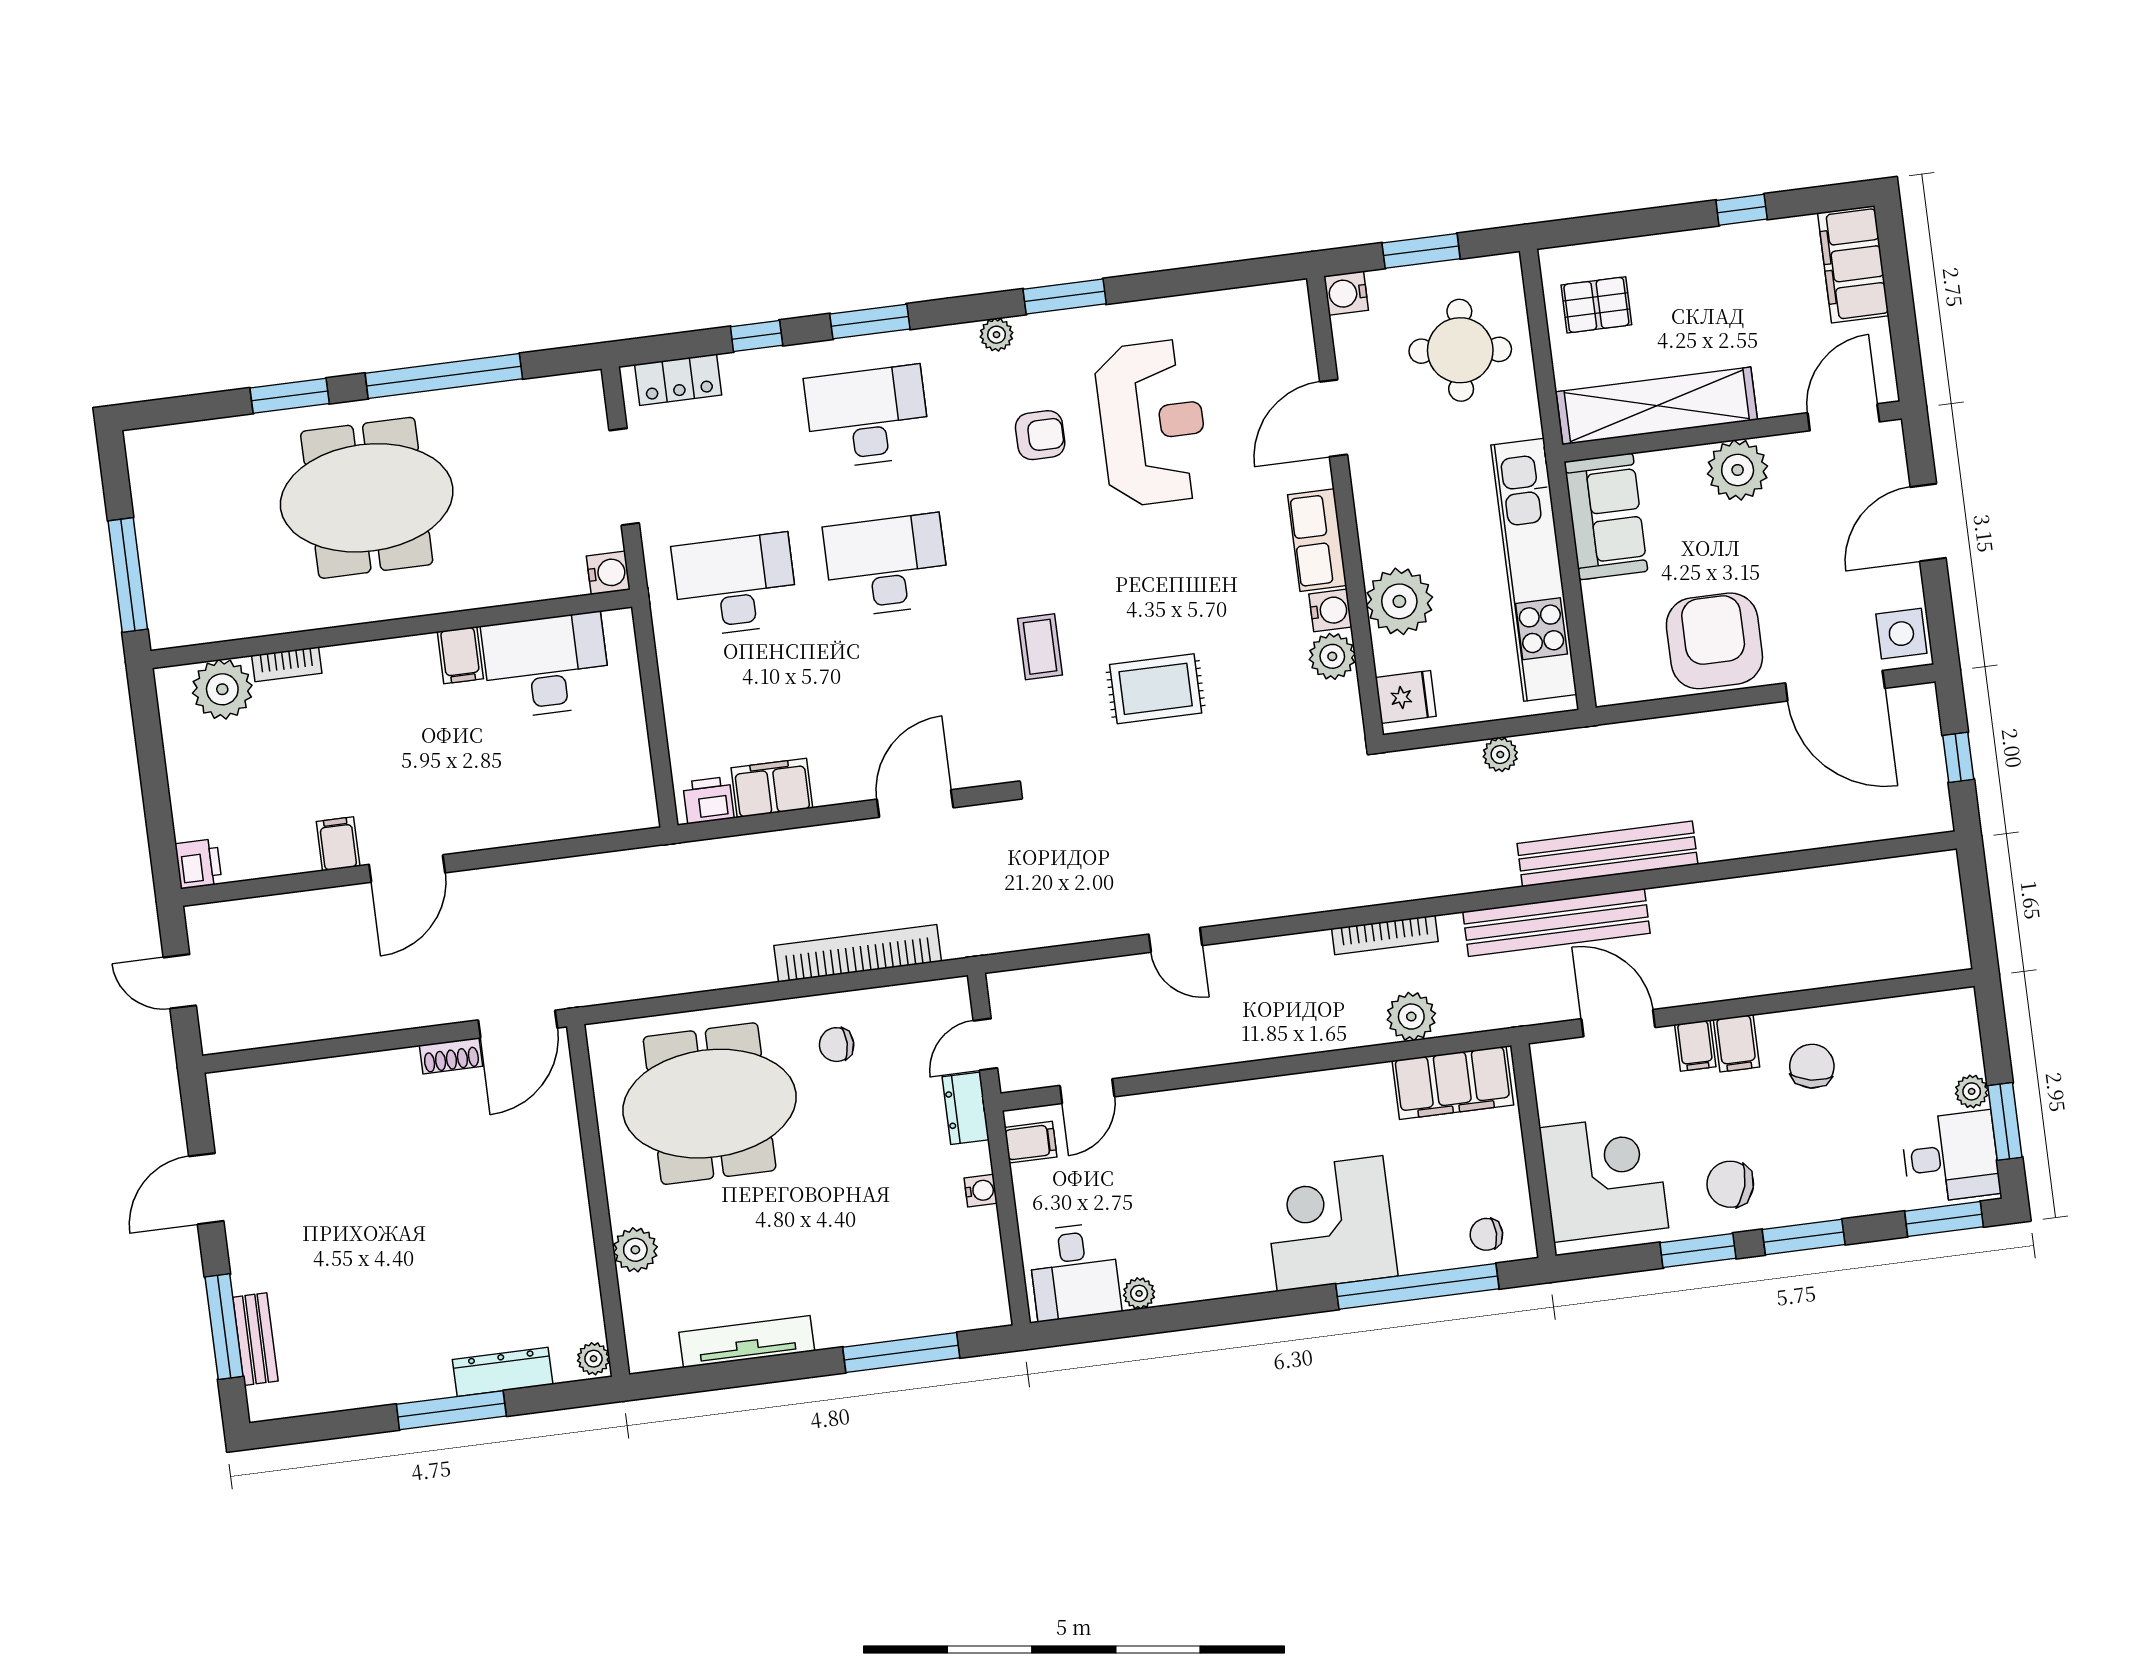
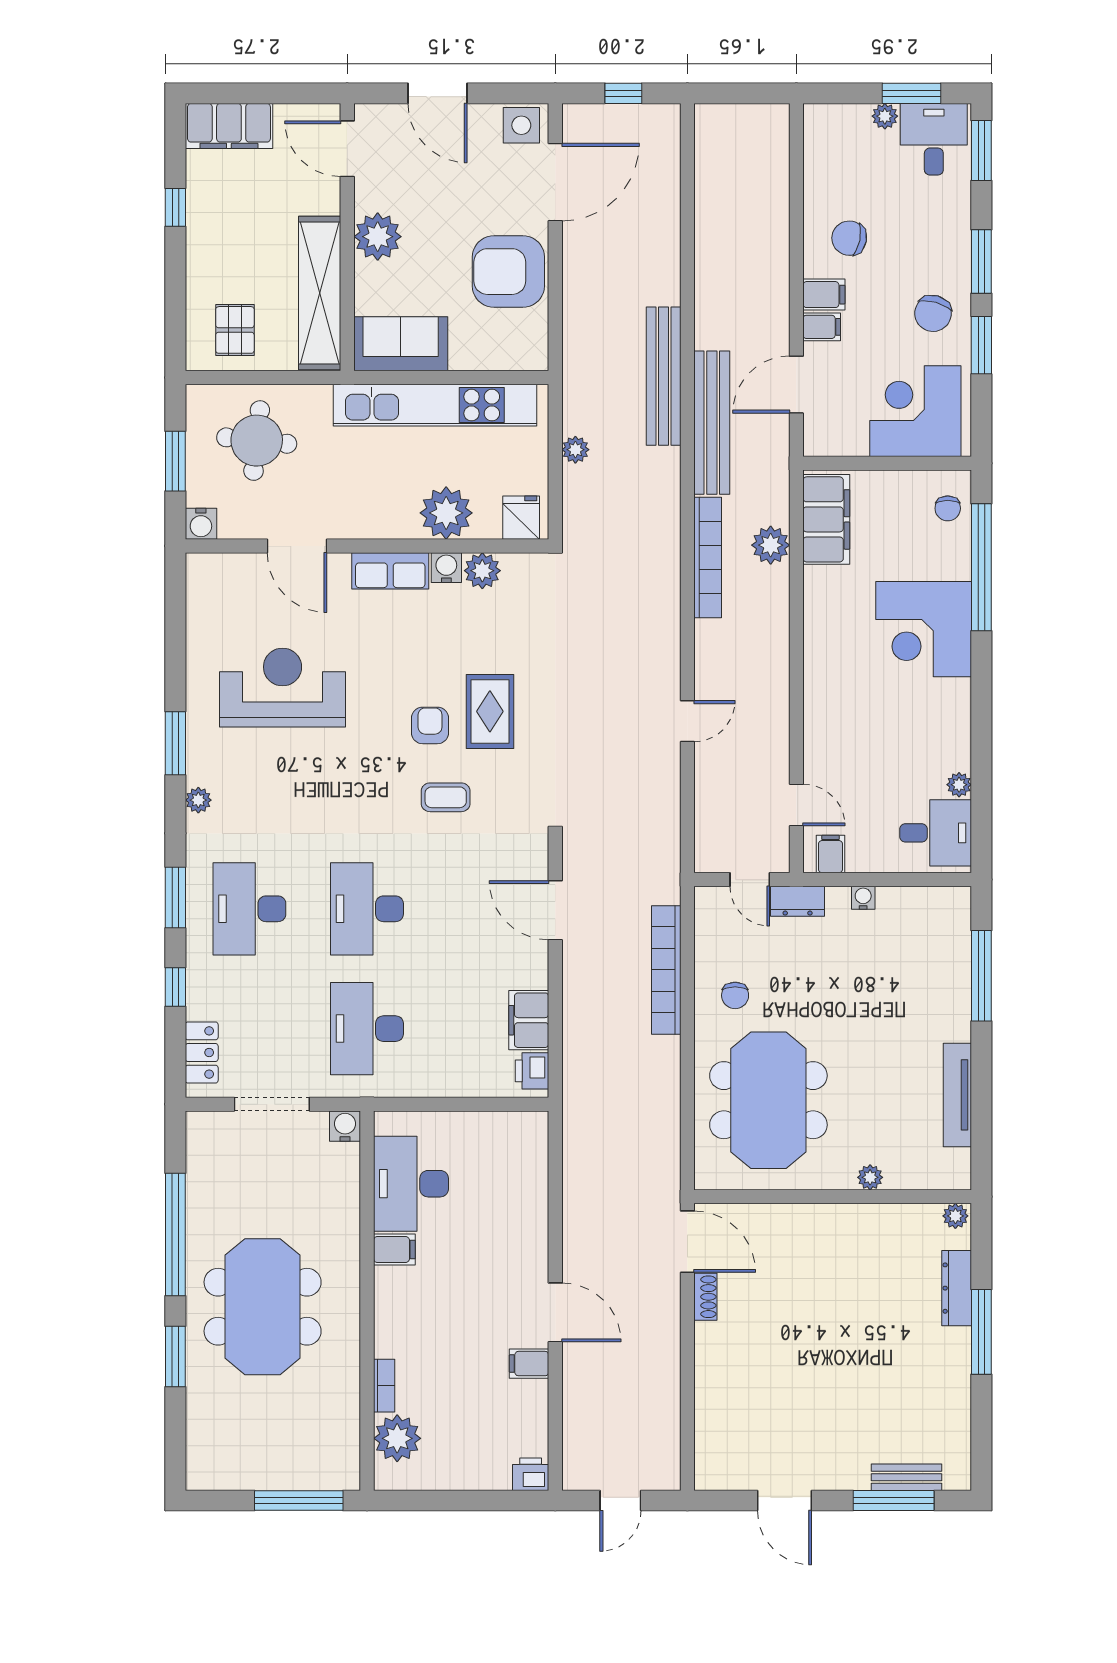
armchair: (1040, 435) -> (430, 725), moved
bookcase: (1385, 935) -> (708, 558), width x1.48, depth x1.31
plant: (635, 1250) -> (870, 1177), width x0.73, depth x0.73

